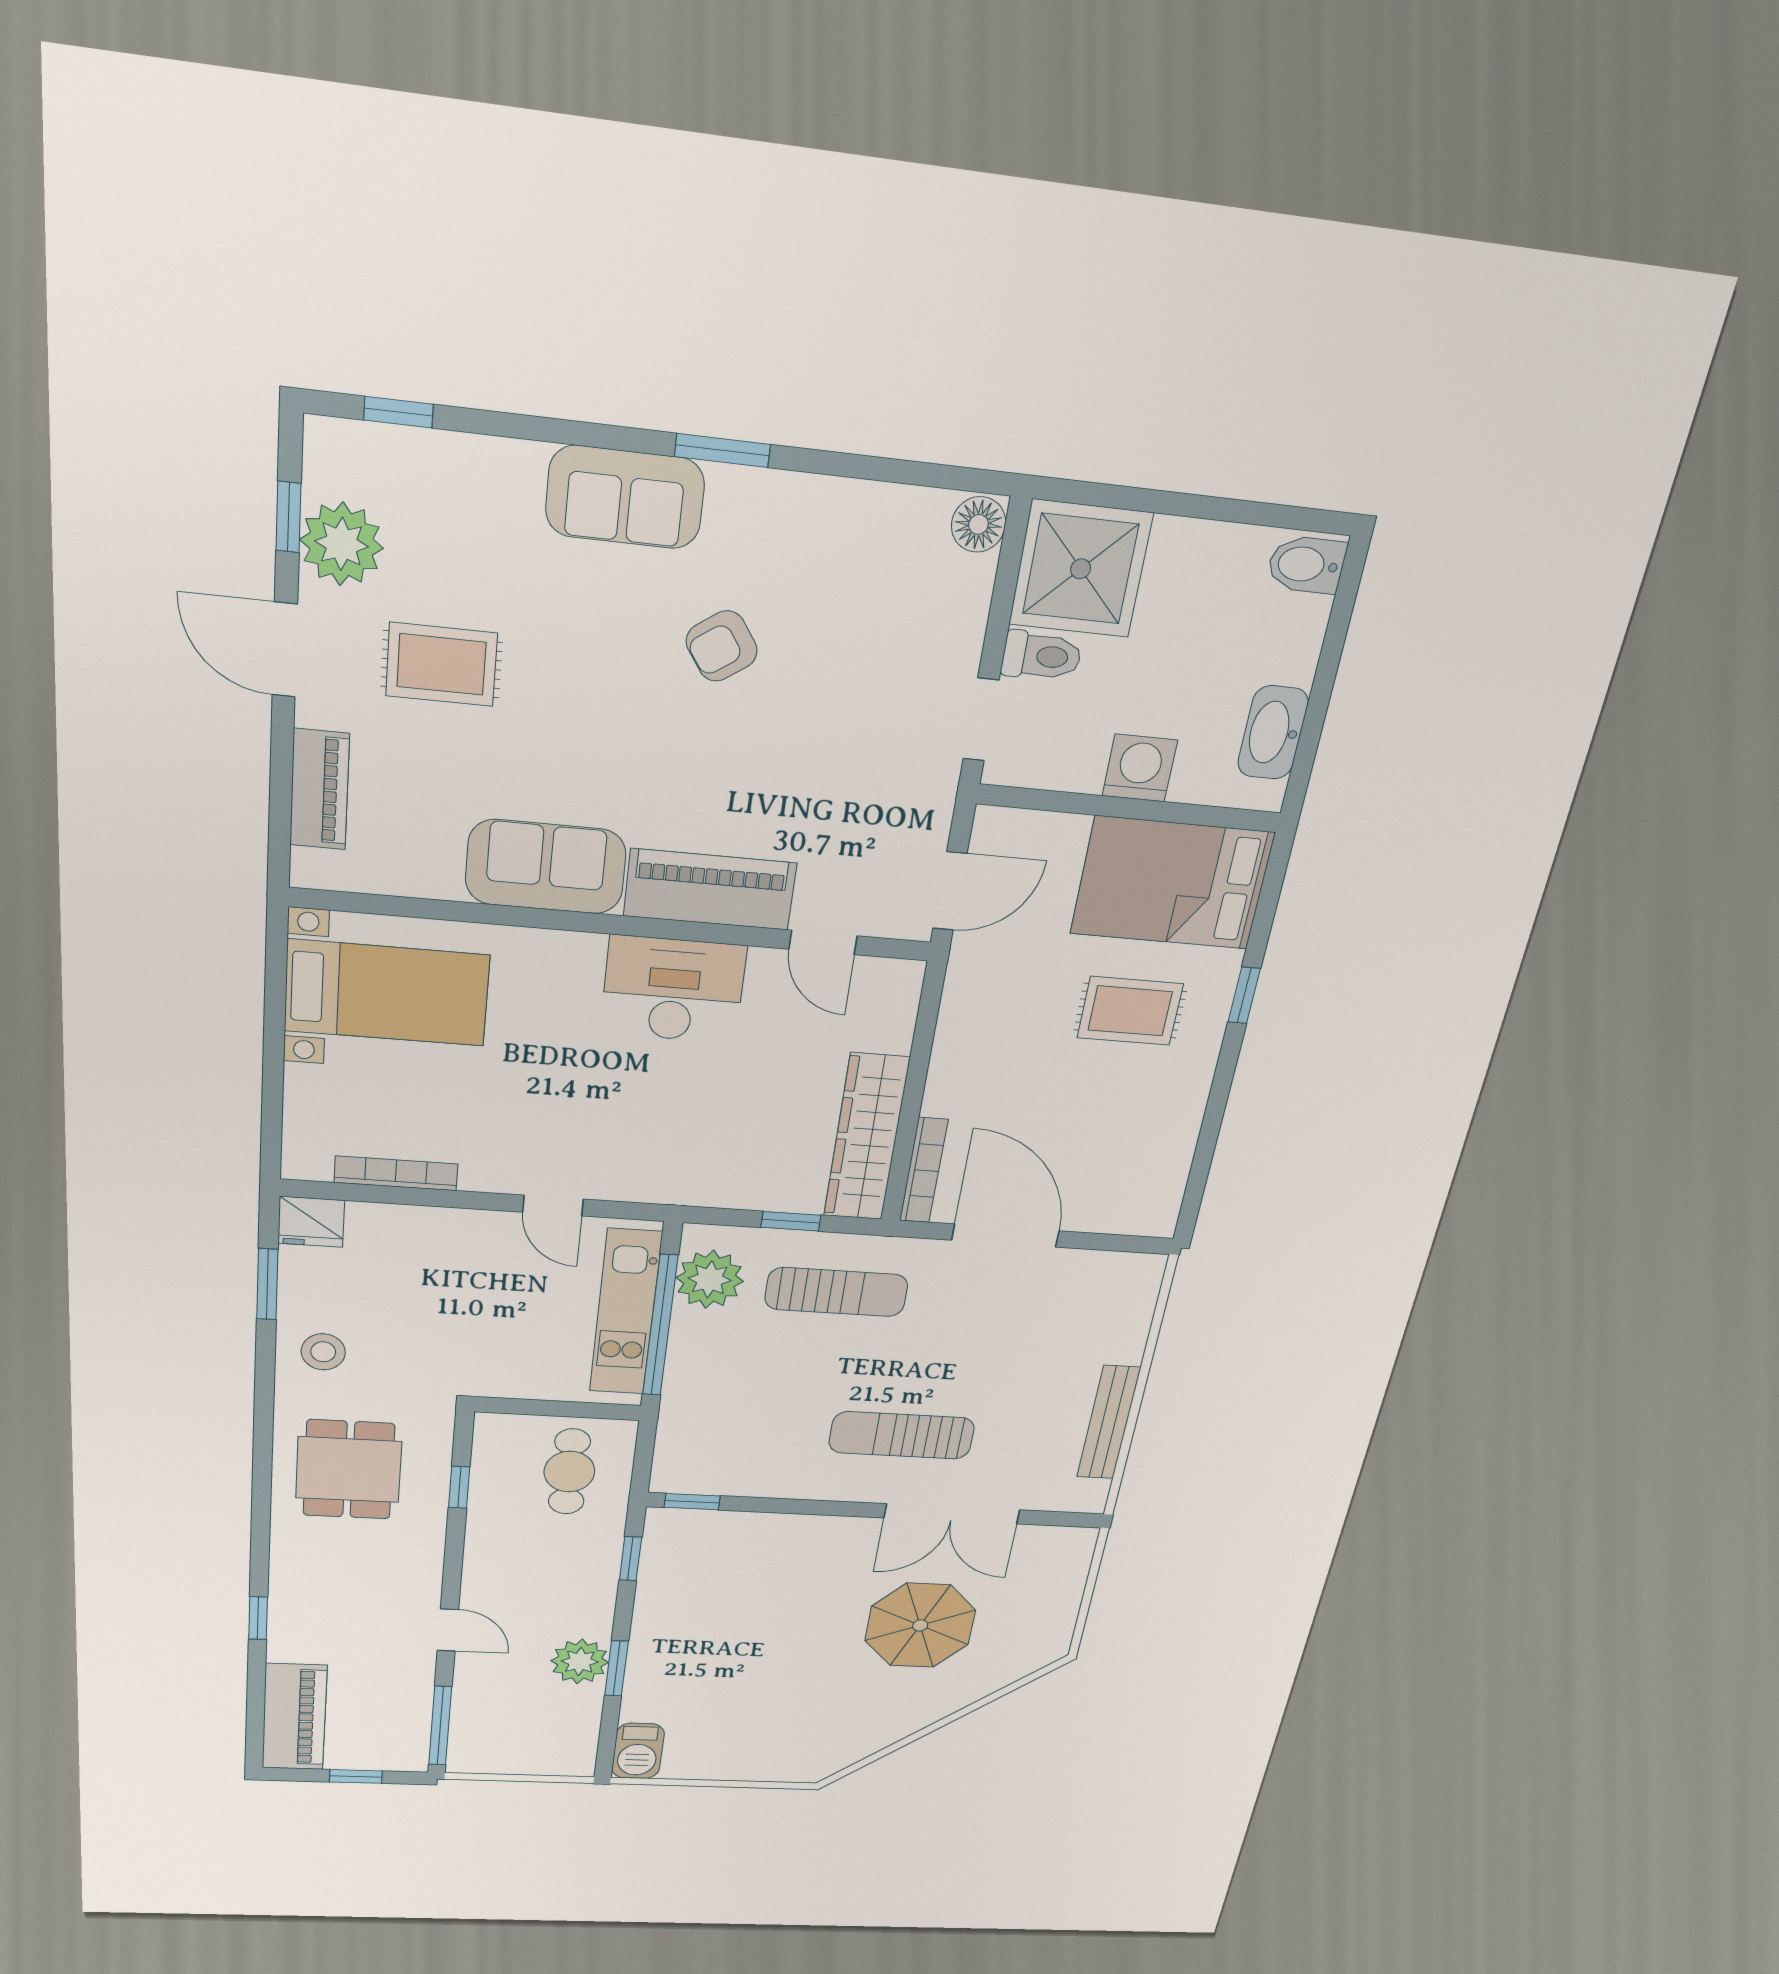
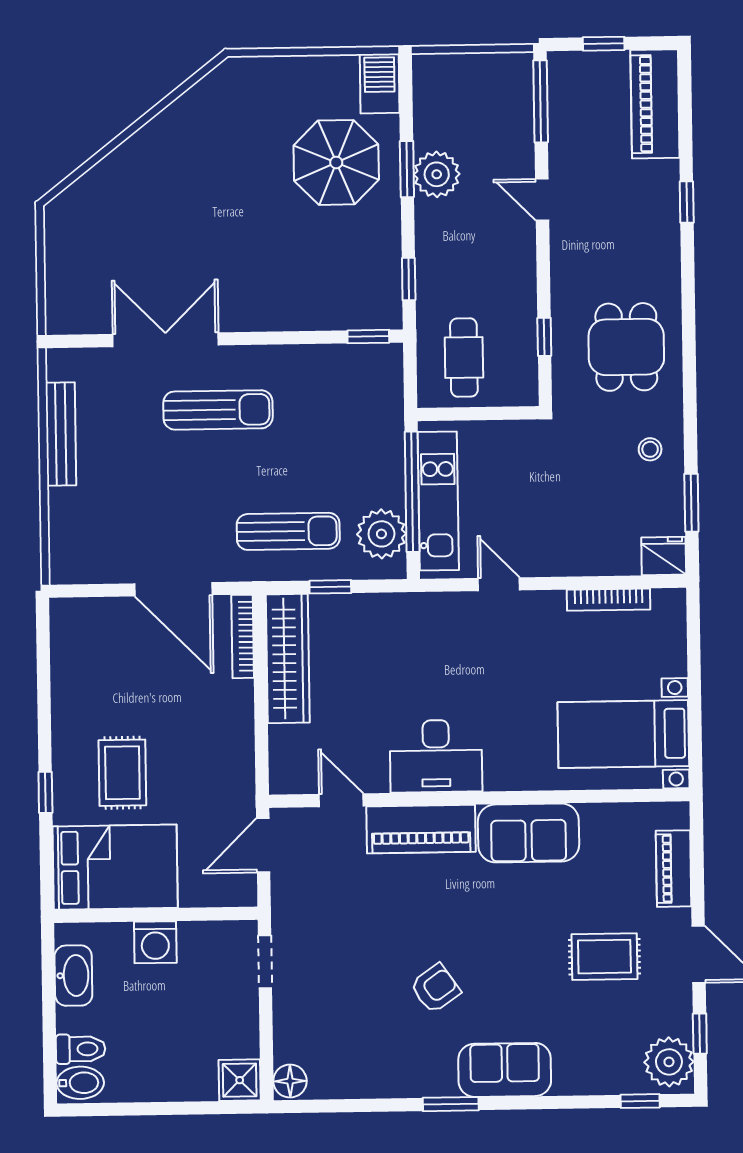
plant: (342, 544) -> (669, 1062), moved
shower: (1081, 569) -> (240, 1080), width x0.54, depth x0.54
toilet: (1042, 656) -> (81, 1049), moved, turned 180
rug: (1130, 1011) -> (122, 773), turned 90
sun lounger: (836, 1292) -> (288, 531), turned 180
stool: (323, 1352) -> (650, 449), width x0.73, depth x0.73
parasol: (920, 1625) -> (336, 162), moved

